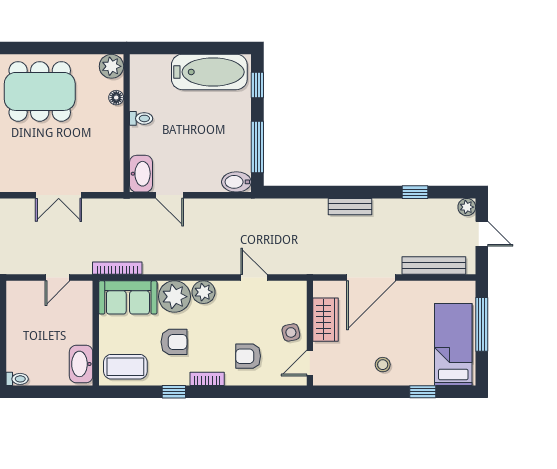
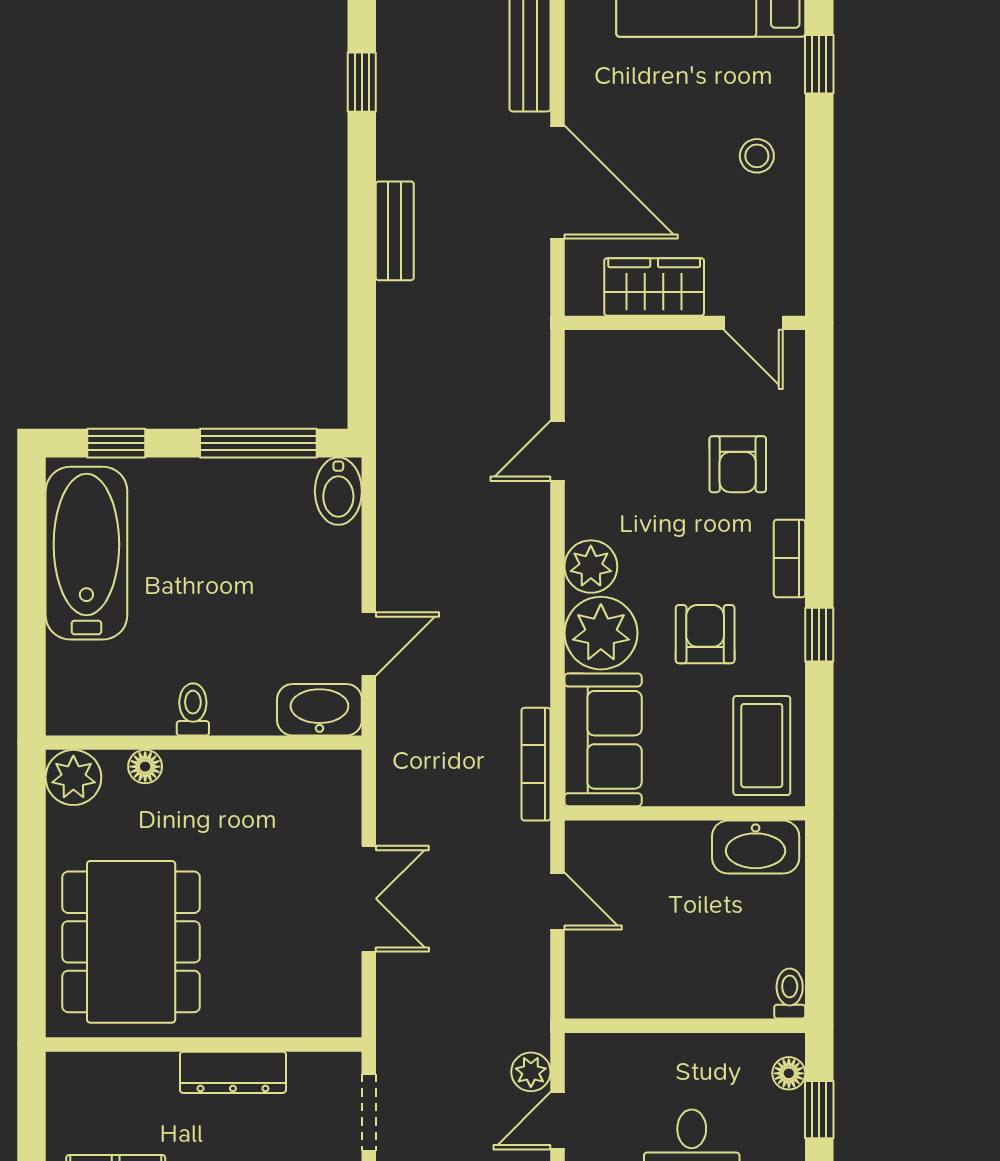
side table: (291, 332) -> (683, 366), removed

